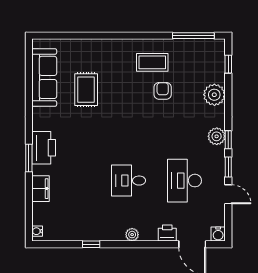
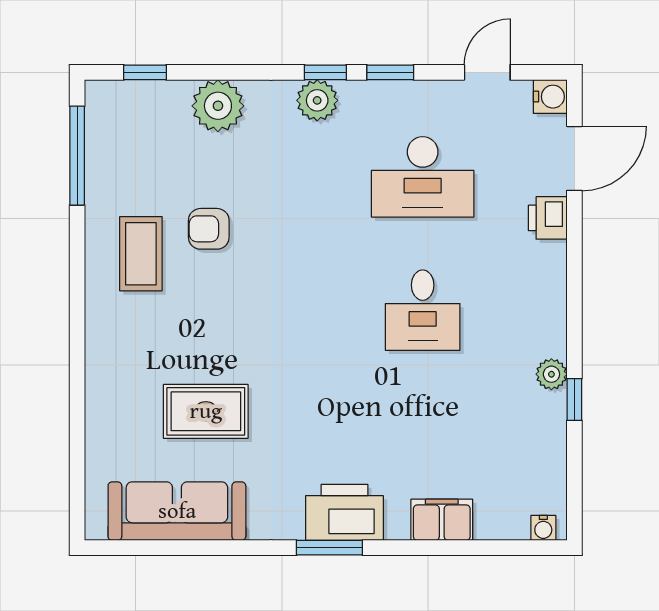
window: (29, 158) -> (329, 548), moved
door: (228, 194) -> (487, 72), moved
plant: (132, 235) -> (551, 374), moved

